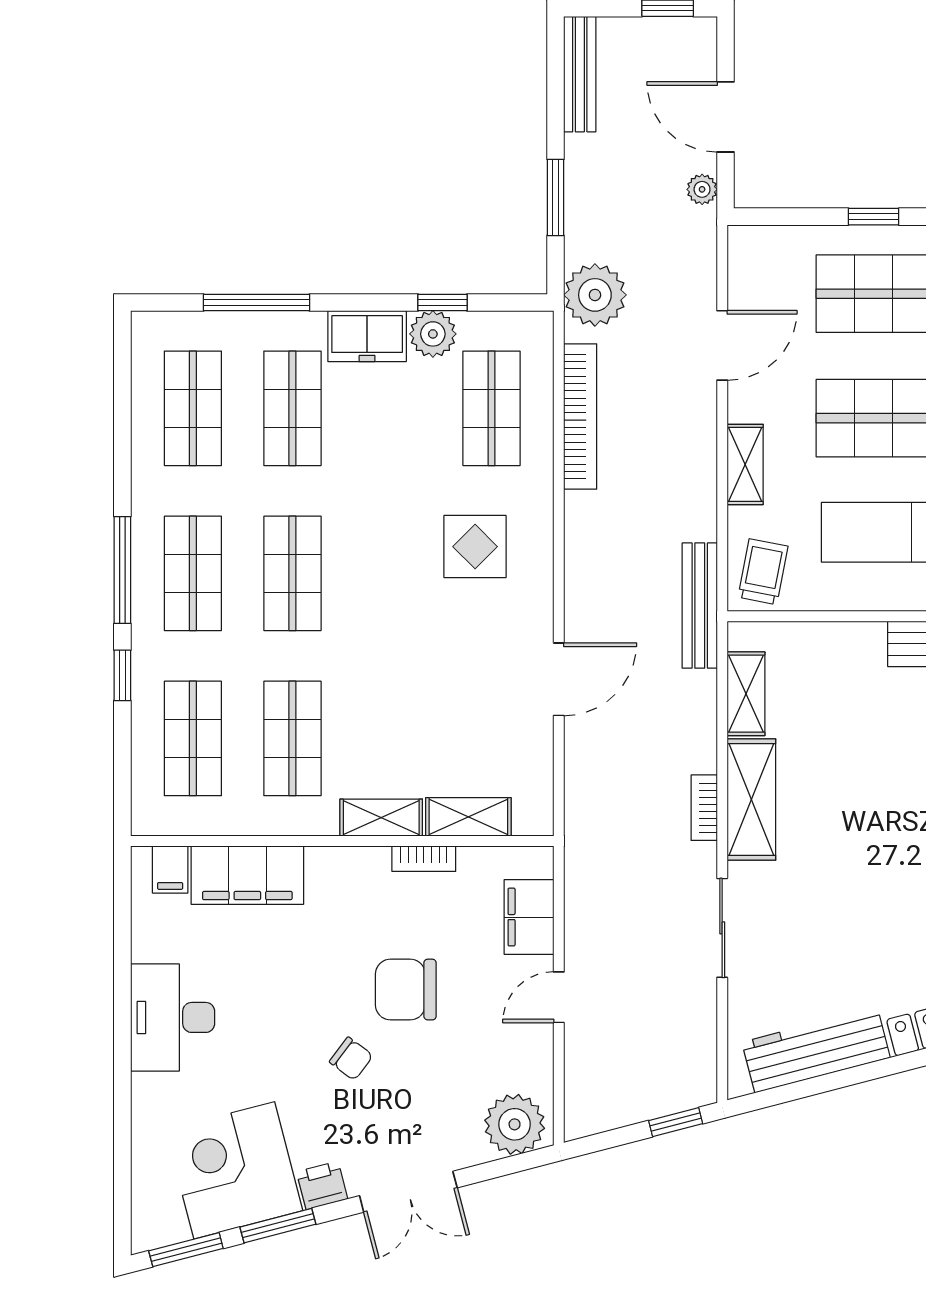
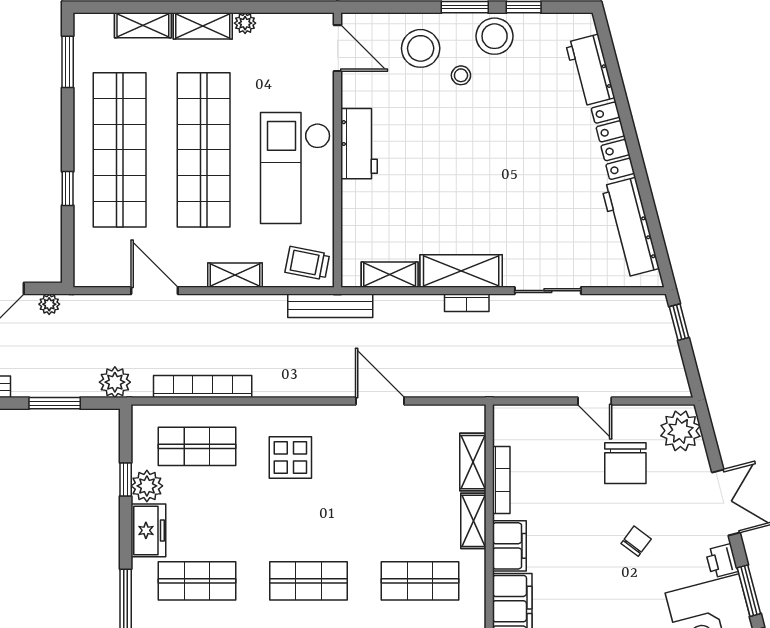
plant: (595, 295) -> (115, 382), width x0.73, depth x0.73
bookcase: (424, 859) -> (501, 480), width x1.56
filing cabinet: (529, 917) -> (509, 546), moved, turned -90
chair: (406, 990) -> (625, 463), moved

